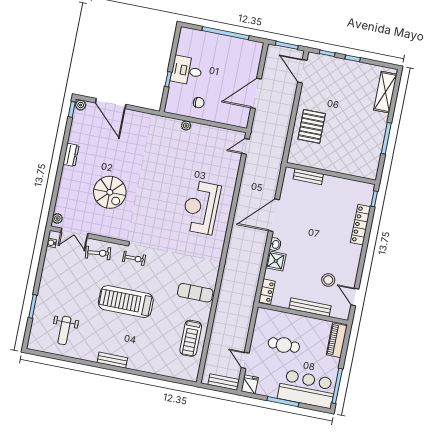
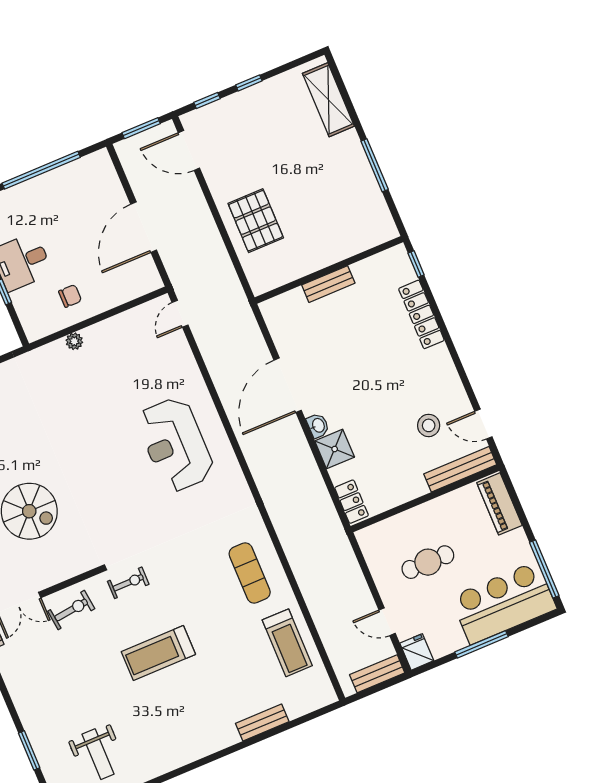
bench: (308, 177) -> (328, 284), moved
exercise mat: (195, 293) -> (250, 573), turned 90
treadmill: (126, 302) -> (158, 653), width x0.73, depth x0.73
bench: (310, 307) -> (460, 469), moved
bench: (112, 360) -> (262, 722), moved

